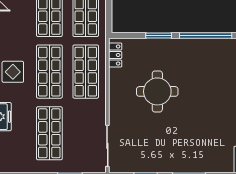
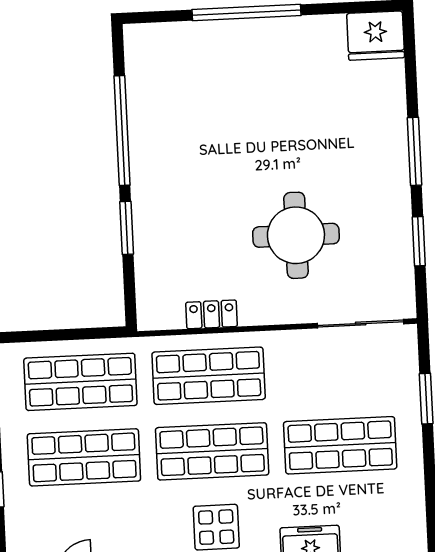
locker: (115, 55) -> (212, 314), moved
round table: (157, 91) -> (296, 235), moved

